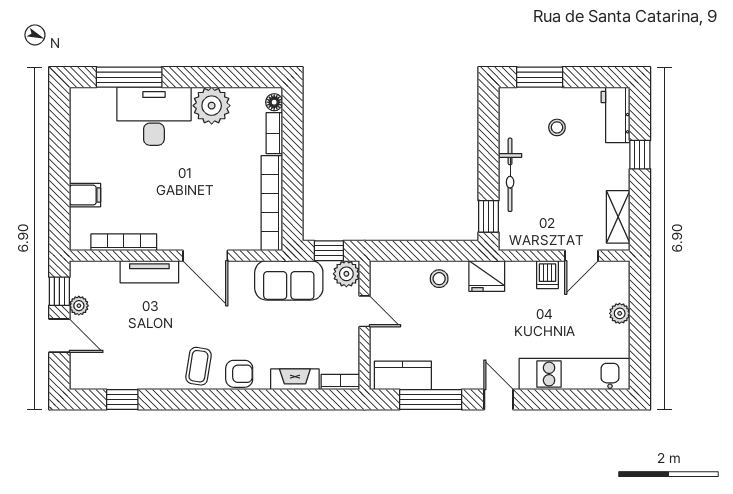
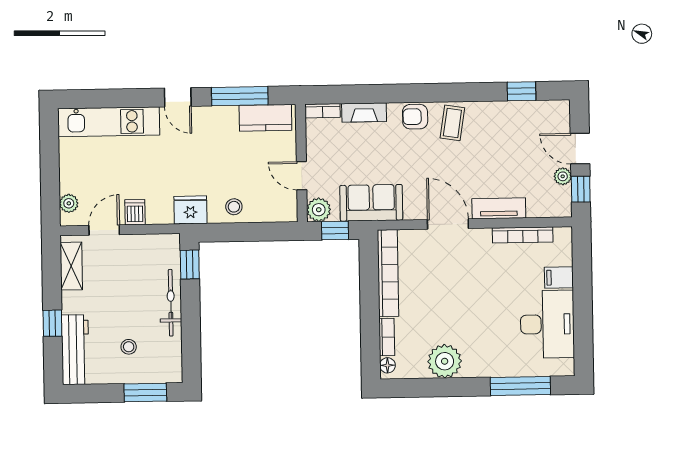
workbench: (616, 115) -> (75, 350), width x1.38
desk: (154, 116) -> (547, 324), moved, turned -90
plant: (620, 313) -> (69, 203), moved

